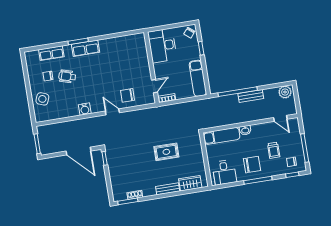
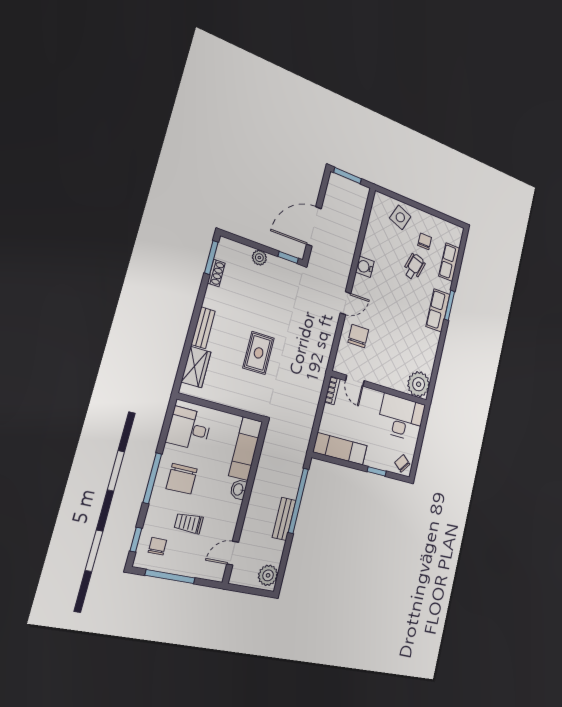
plant: (137, 42) -> (419, 384), added
plant: (114, 175) -> (259, 258), added

